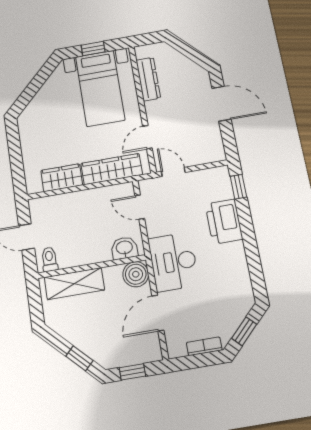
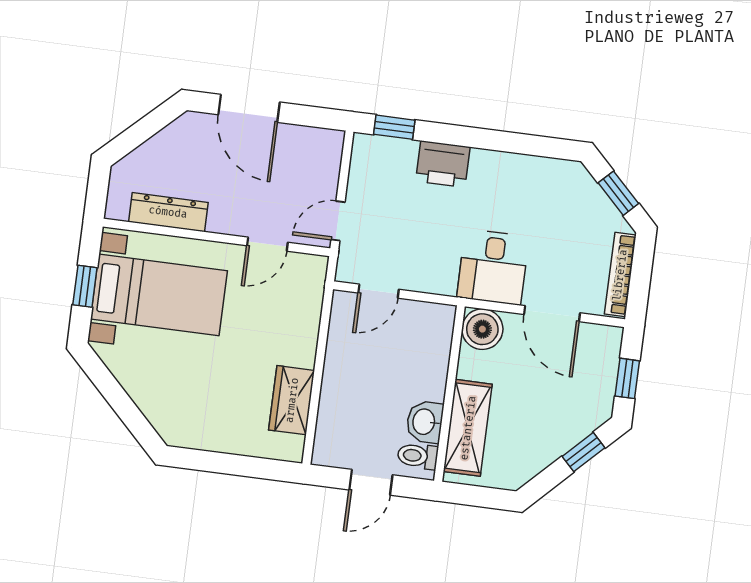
door: (221, 104) -> (249, 108), swing flipped
door: (147, 137) -> (267, 244), hinge flipped
wardrobe: (112, 169) -> (302, 317), removed
printer: (224, 222) -> (443, 164), width x0.73, depth x0.84
washbasin: (124, 248) -> (425, 422), moved
desk: (173, 262) -> (493, 267), width x0.73
bookcase: (204, 346) -> (620, 275), width x1.56

